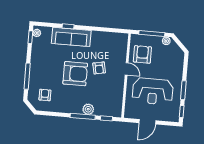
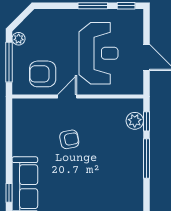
armchair: (75, 74) -> (81, 176), removed
plant: (88, 109) -> (135, 121), moved

